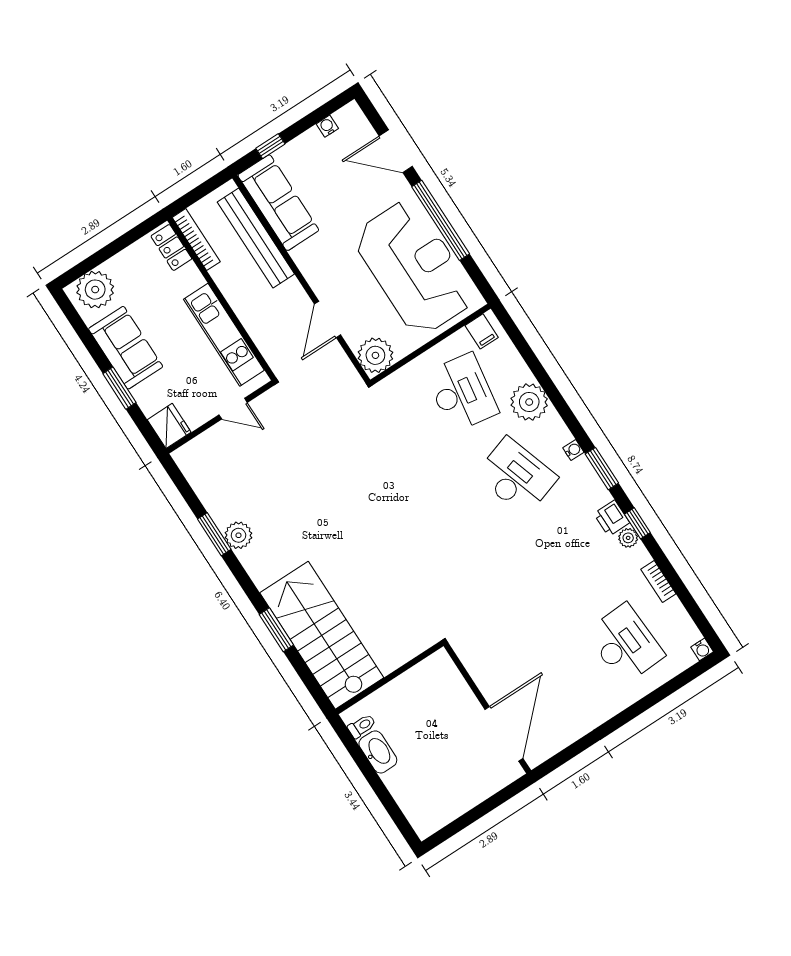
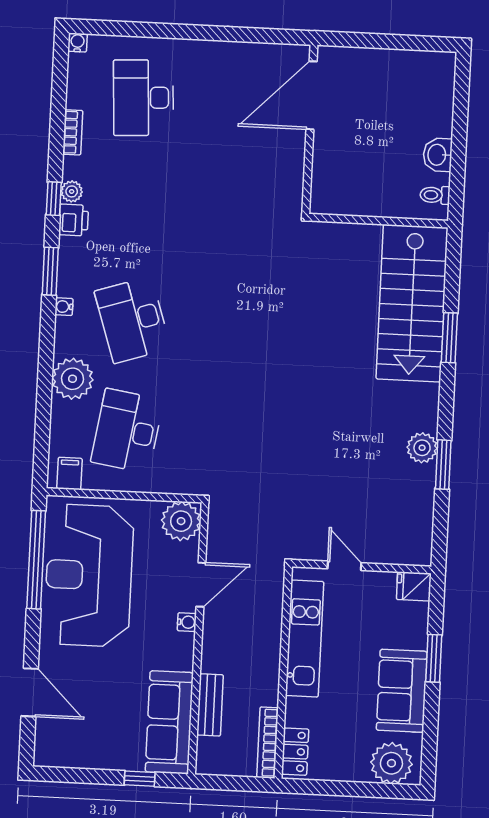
water cooler: (327, 126) -> (187, 622), moved, turned -90
window: (441, 220) -> (36, 560), moved
bench: (256, 238) -> (210, 705), width x0.54, depth x0.82
fridge: (169, 426) -> (414, 586), width x0.72
washbasin: (378, 752) -> (438, 155), width x0.72

